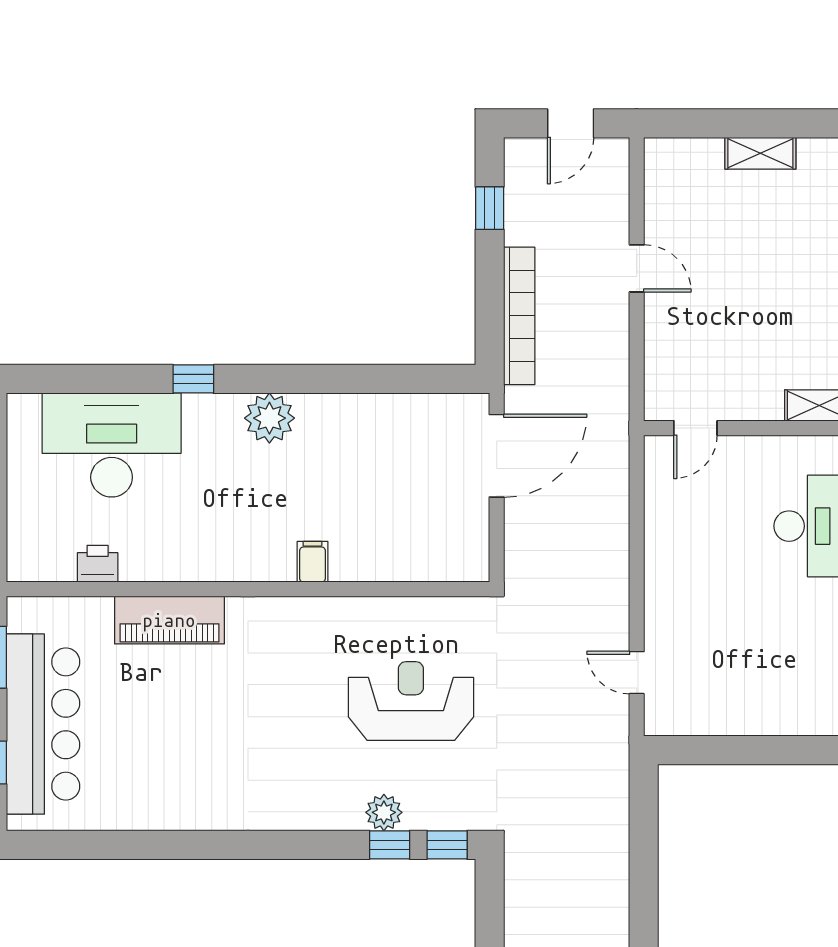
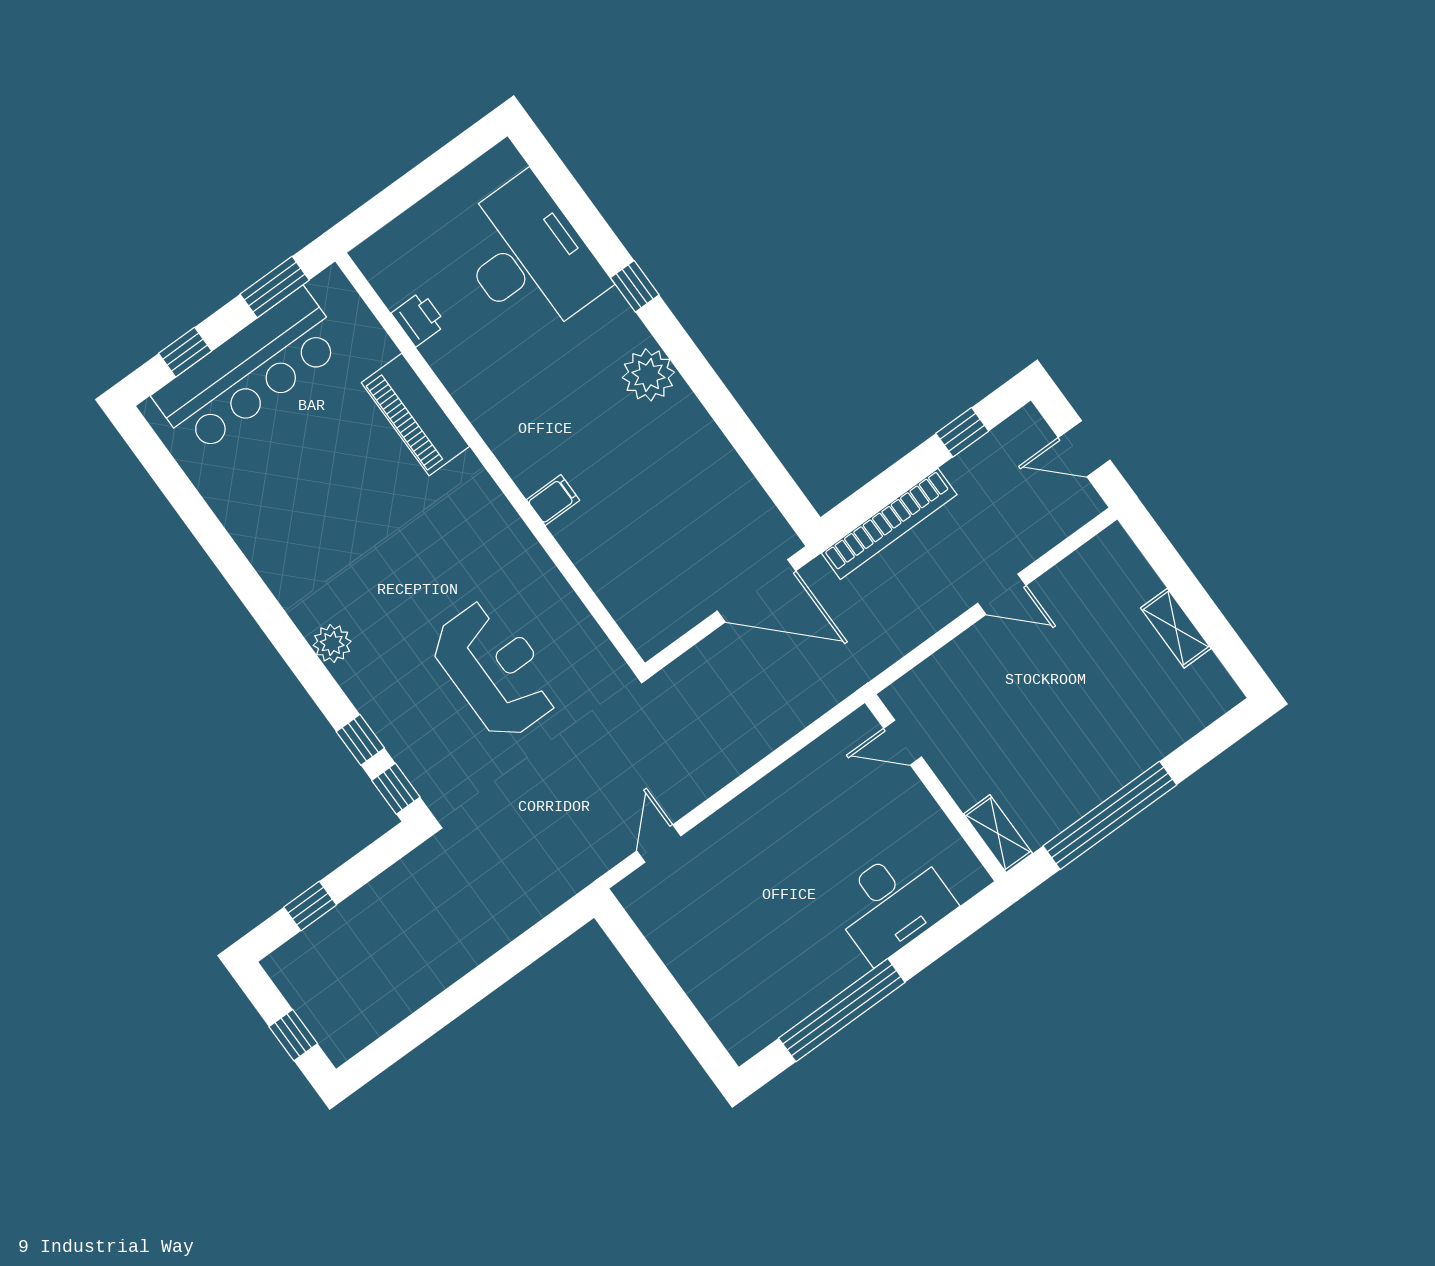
door: (637, 268) -> (1002, 594), hinge flipped
plant: (384, 812) -> (332, 643), moved

